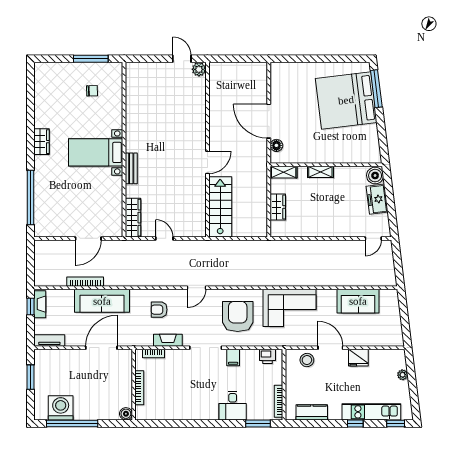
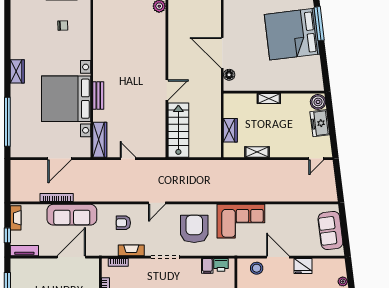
bed with nightstands: (96, 152) -> (66, 99), width x1.85
shelving: (284, 172) -> (257, 152), moved
sofa: (358, 301) -> (330, 231), moved, turned 83
window: (30, 306) -> (7, 235), moved
filing cabinet: (233, 357) -> (207, 266), moved

